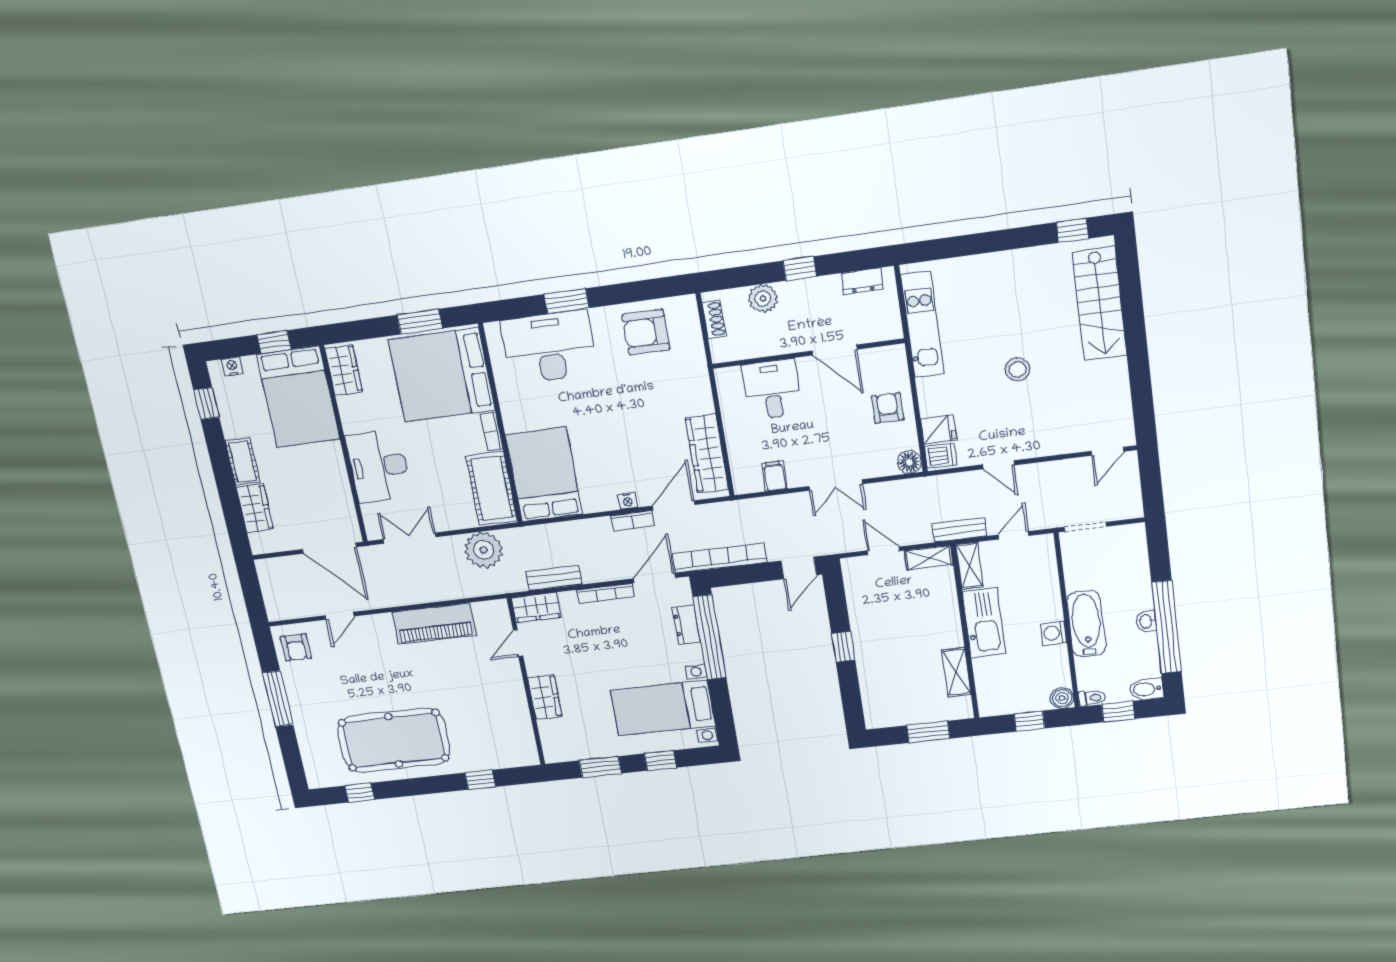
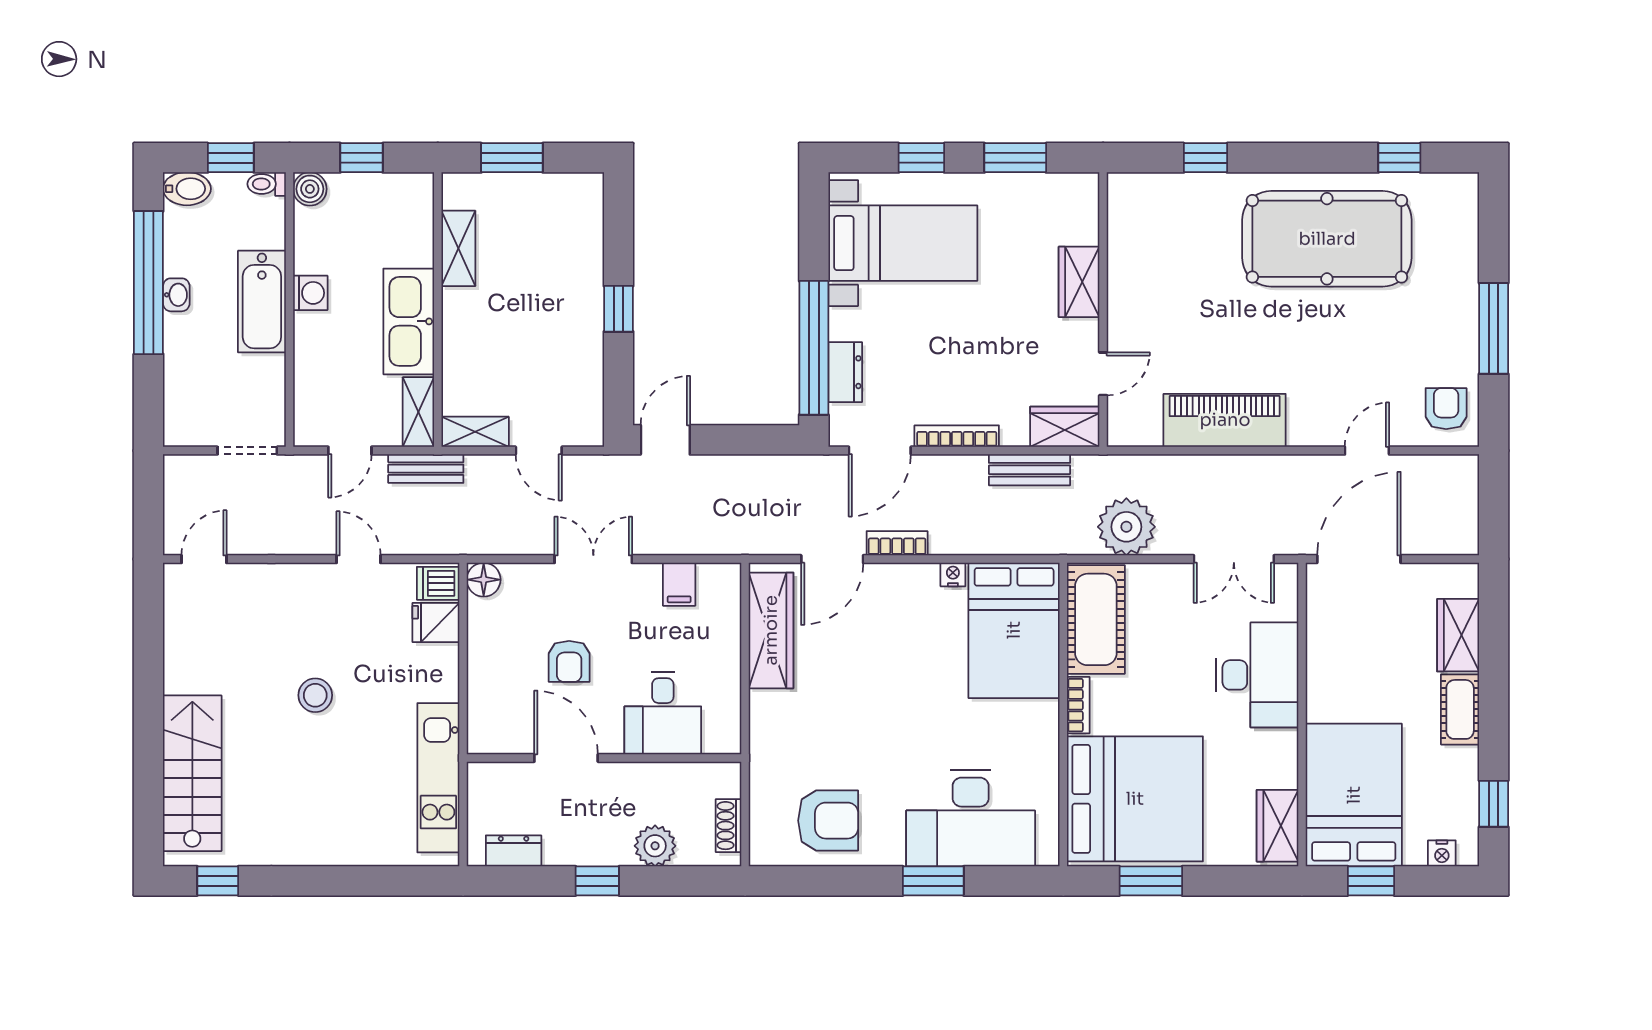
armchair: (888, 408) -> (569, 661), moved
nightstand: (628, 501) -> (953, 575), moved
door: (329, 548) -> (1359, 559), hinge flipped
bookcase: (720, 558) -> (779, 470), removed

